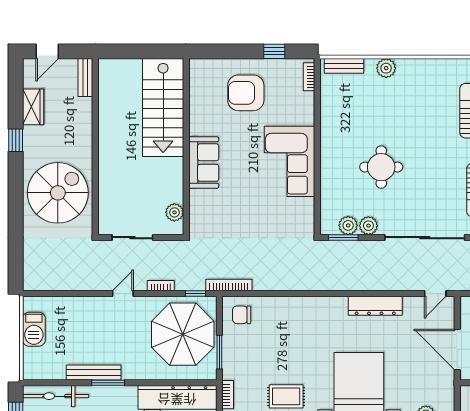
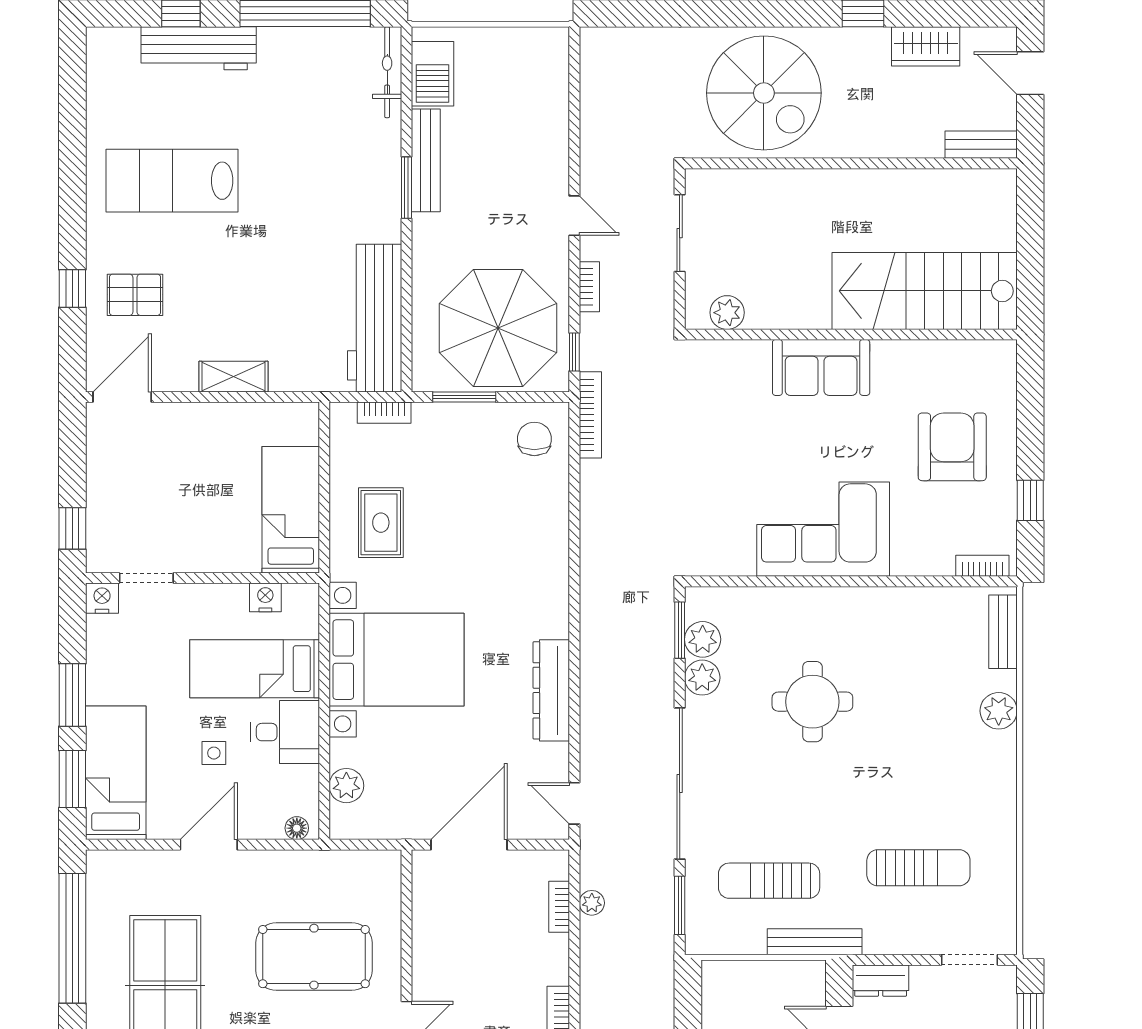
barbecue: (34, 329) -> (433, 74), moved, turned -90
bicycle: (56, 396) -> (387, 72), width x0.73, depth x0.71

